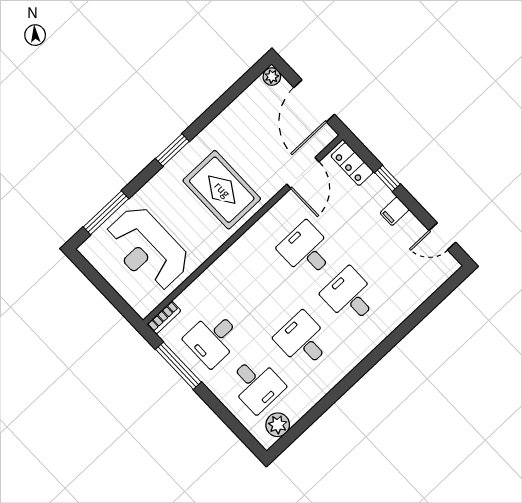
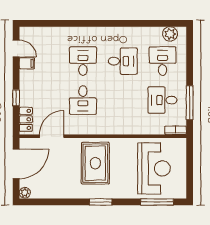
filing cabinet: (395, 211) -> (27, 63), moved
desk: (350, 296) -> (83, 61), turned 180
desk: (213, 339) -> (163, 100), turned 180
desk: (303, 340) -> (123, 61), turned -90

